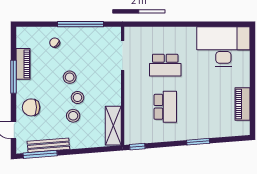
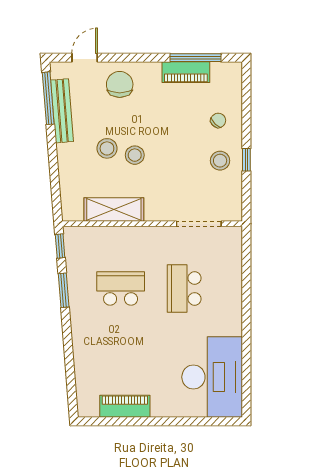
window: (81, 24) -> (246, 160), width x0.32
window: (13, 77) -> (196, 58), moved
stool: (70, 77) -> (220, 161), moved
school desk: (165, 107) -> (121, 288), turned 180
shelving: (113, 126) -> (114, 209), moved
window: (198, 142) -> (64, 290), moved

